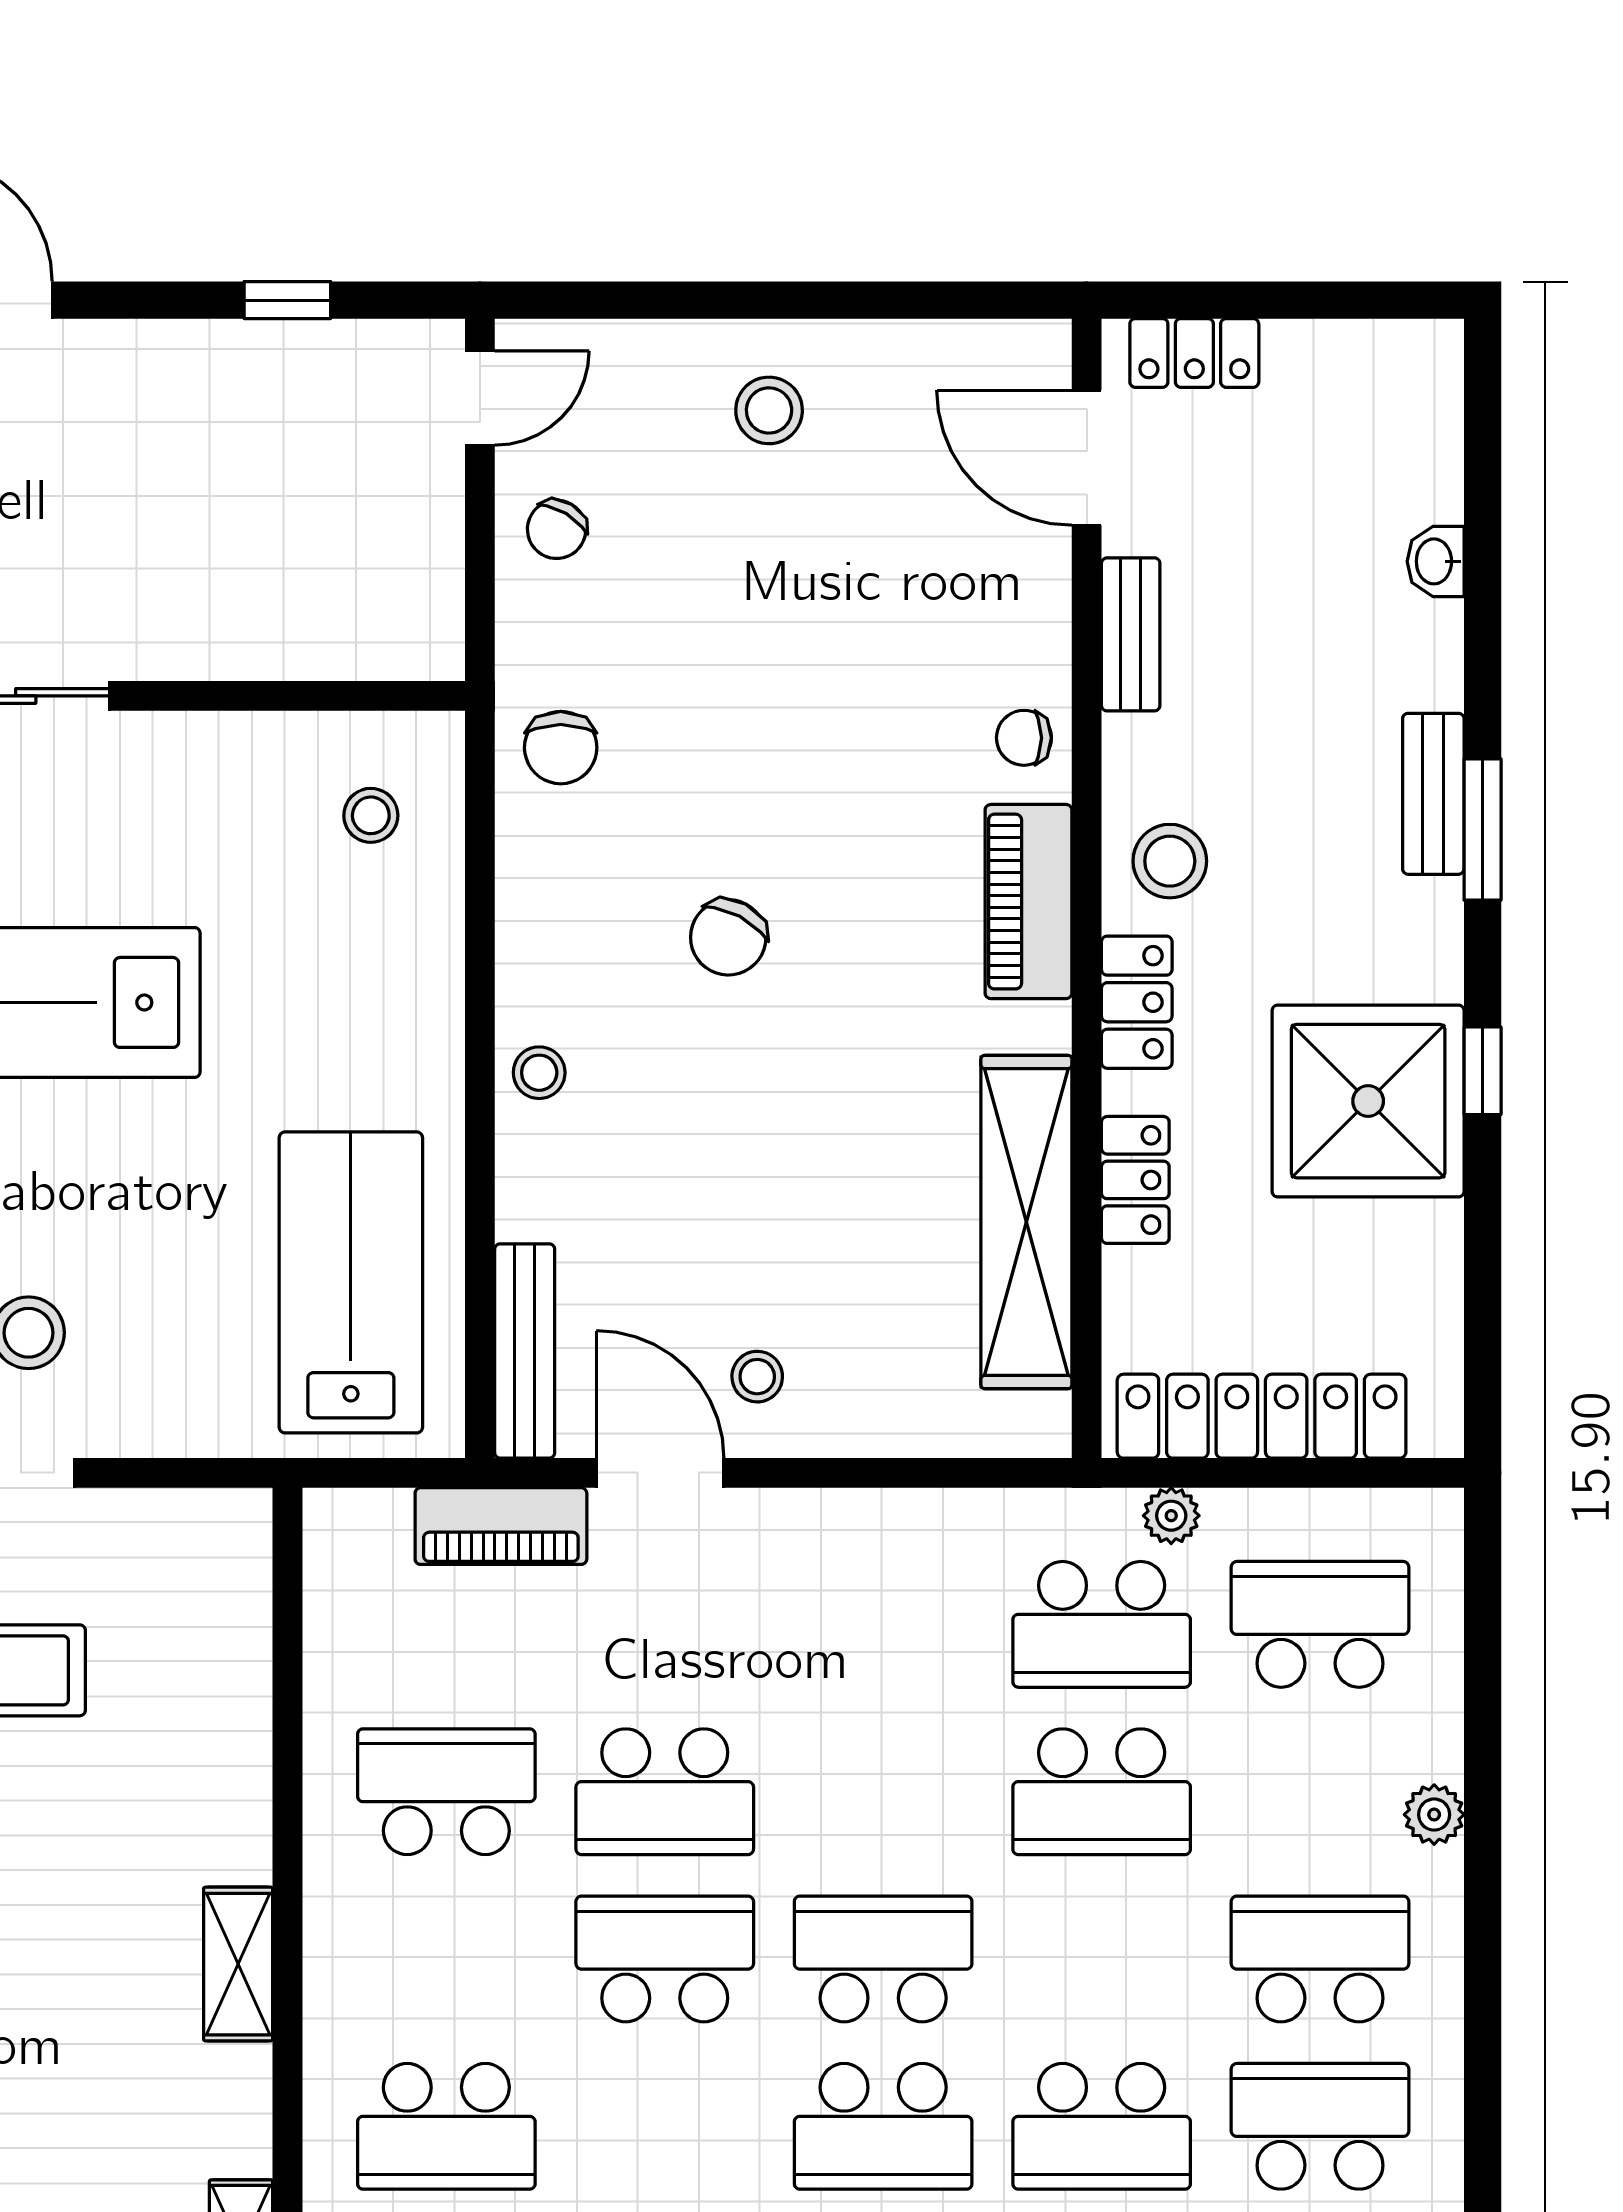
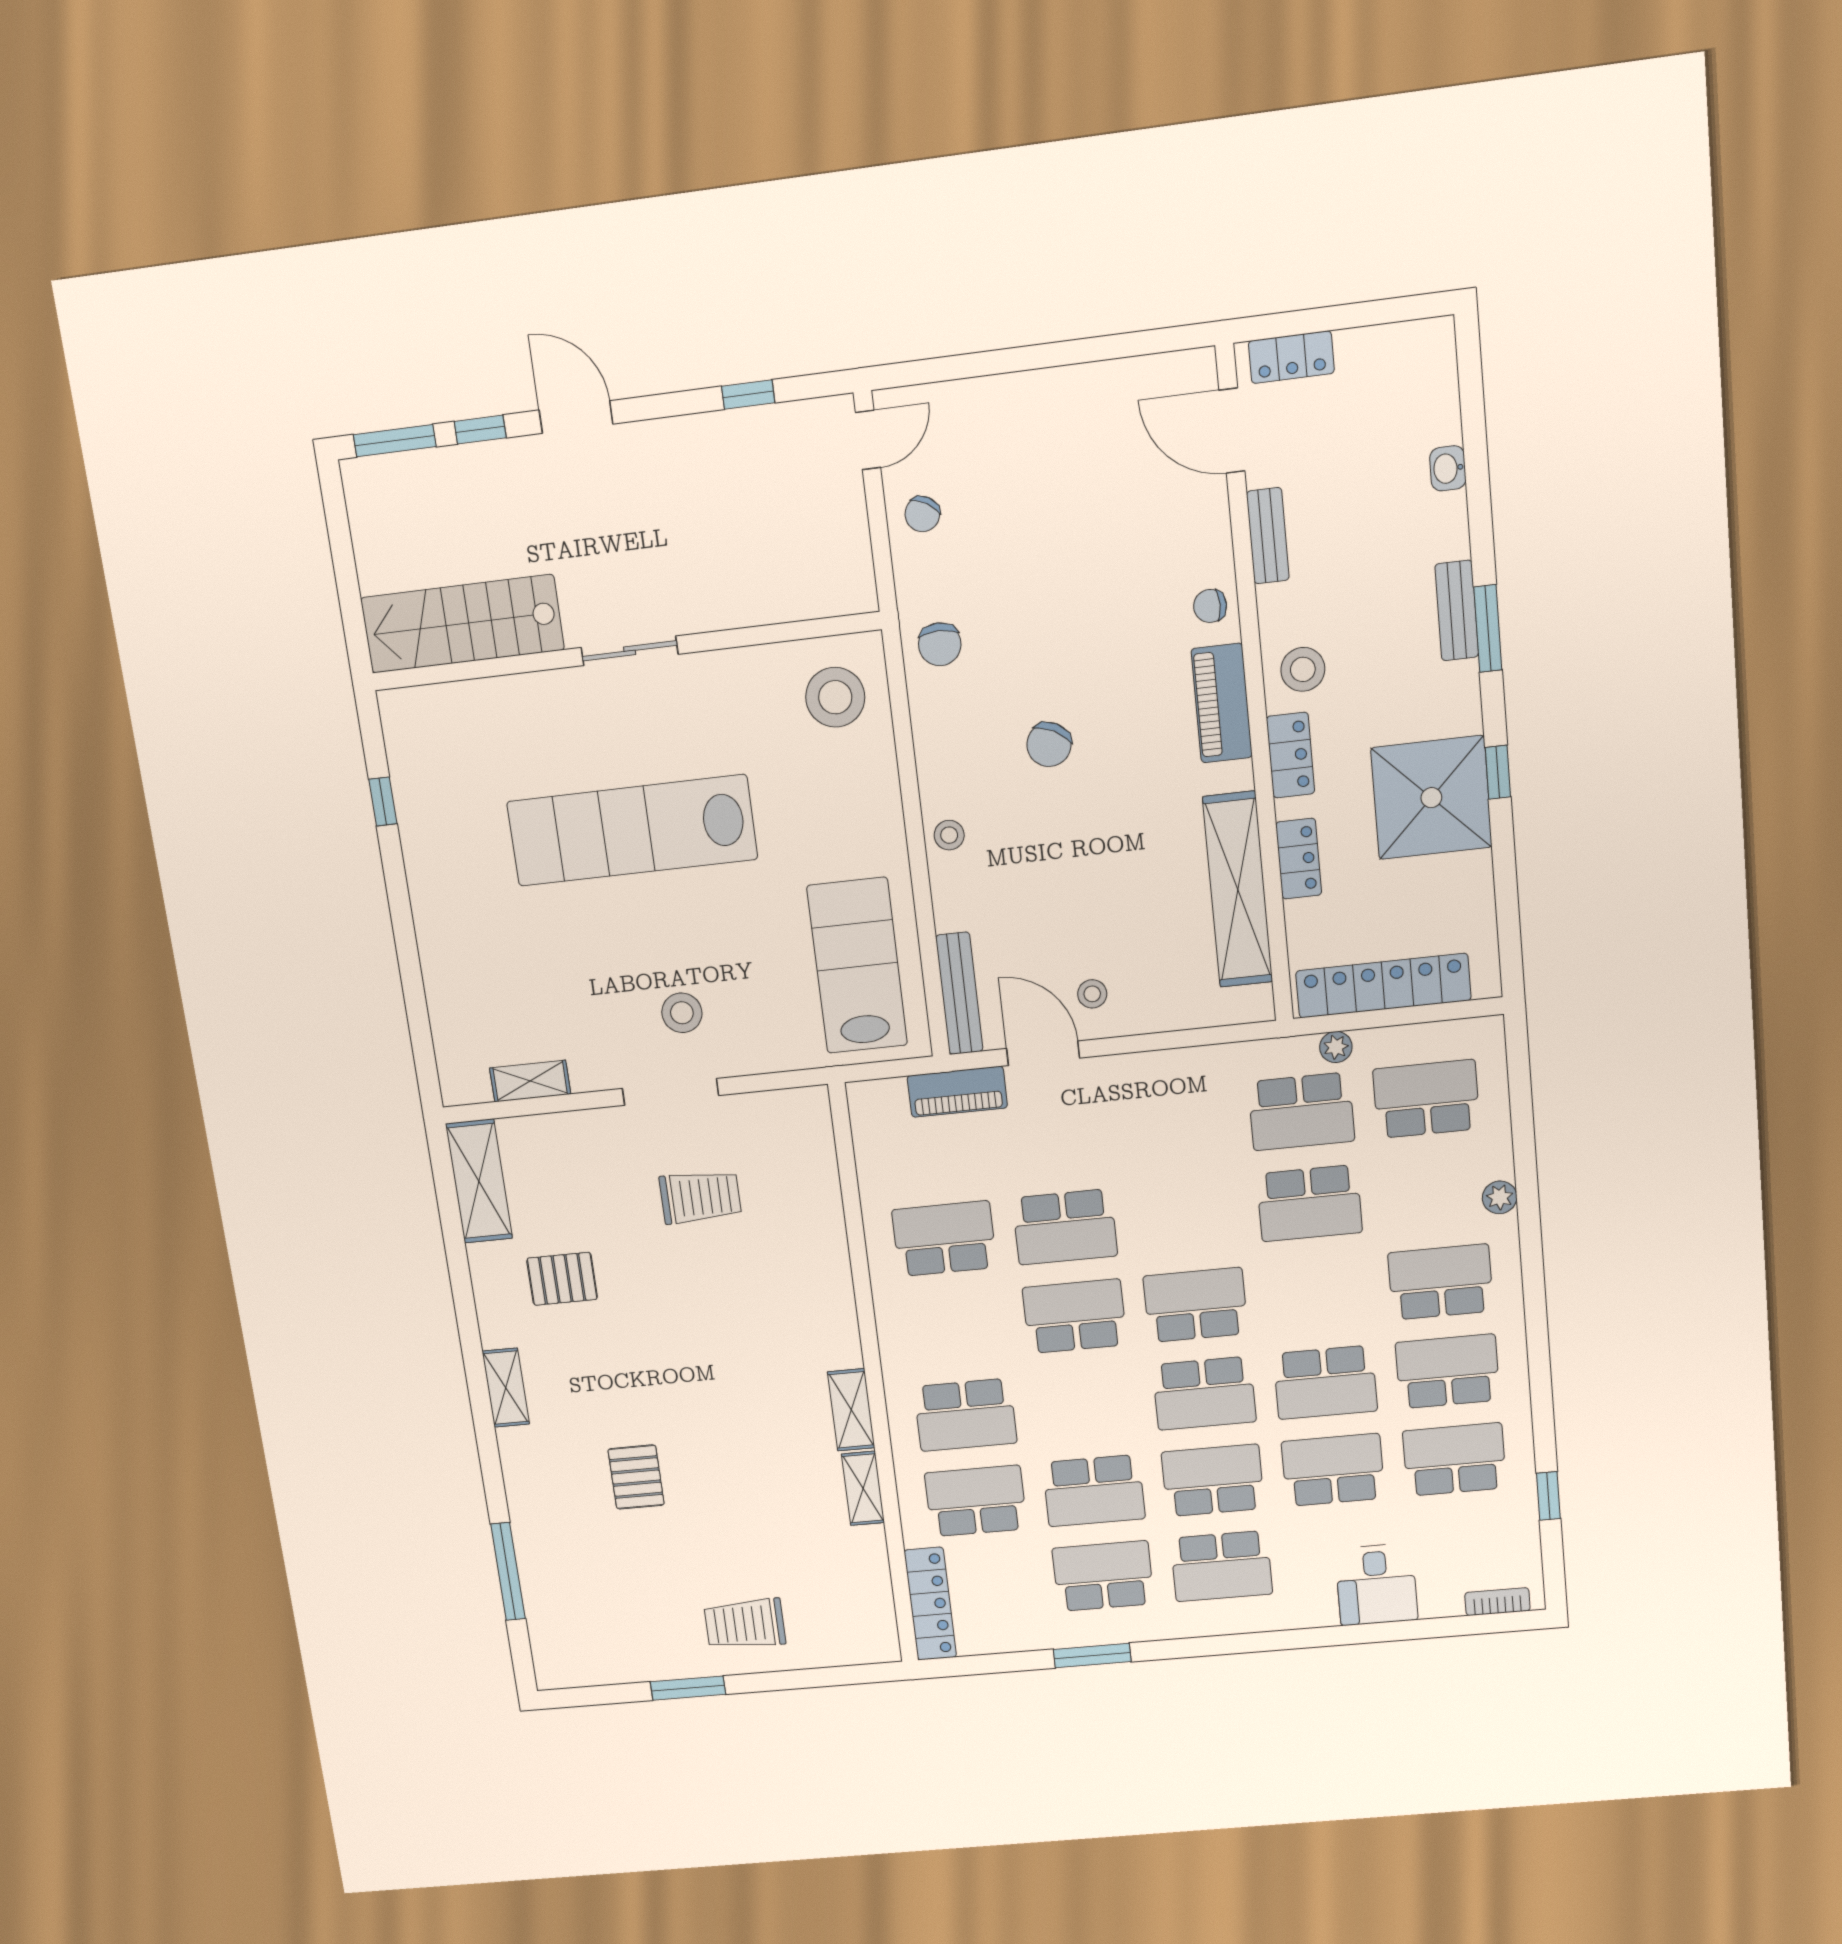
stool: (769, 410) -> (1039, 426), removed
stool: (371, 815) -> (835, 697), width x1.89, depth x1.89
shelving: (238, 1964) -> (851, 1410), moved

